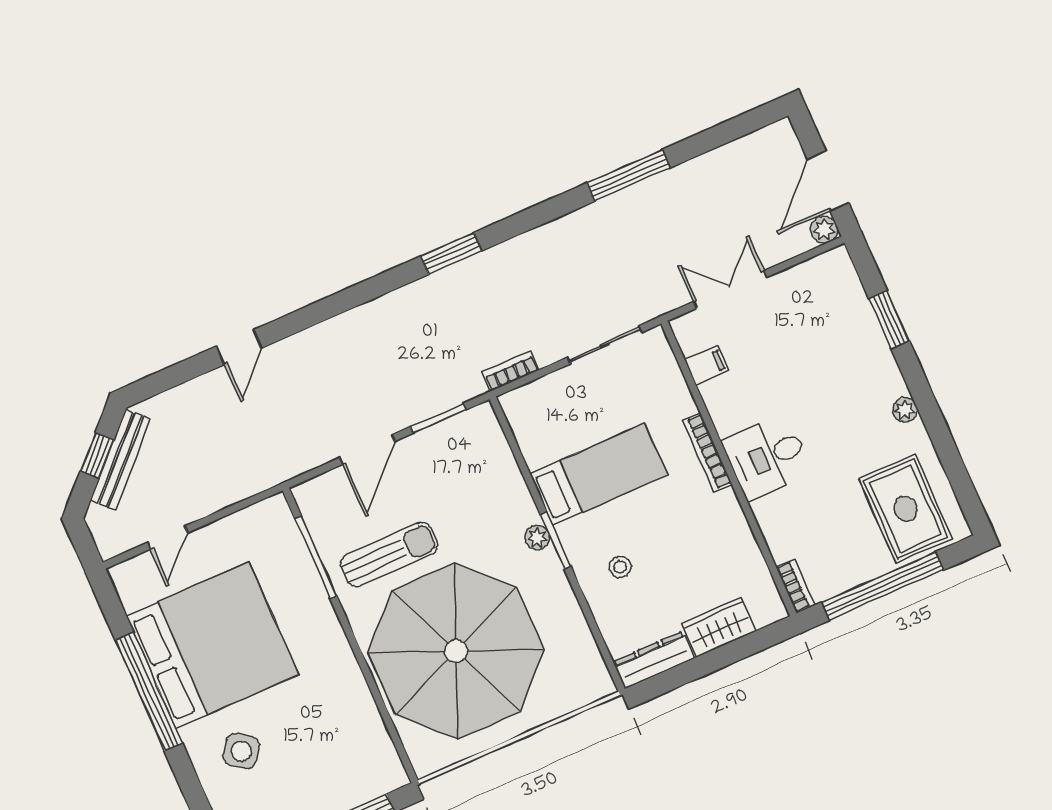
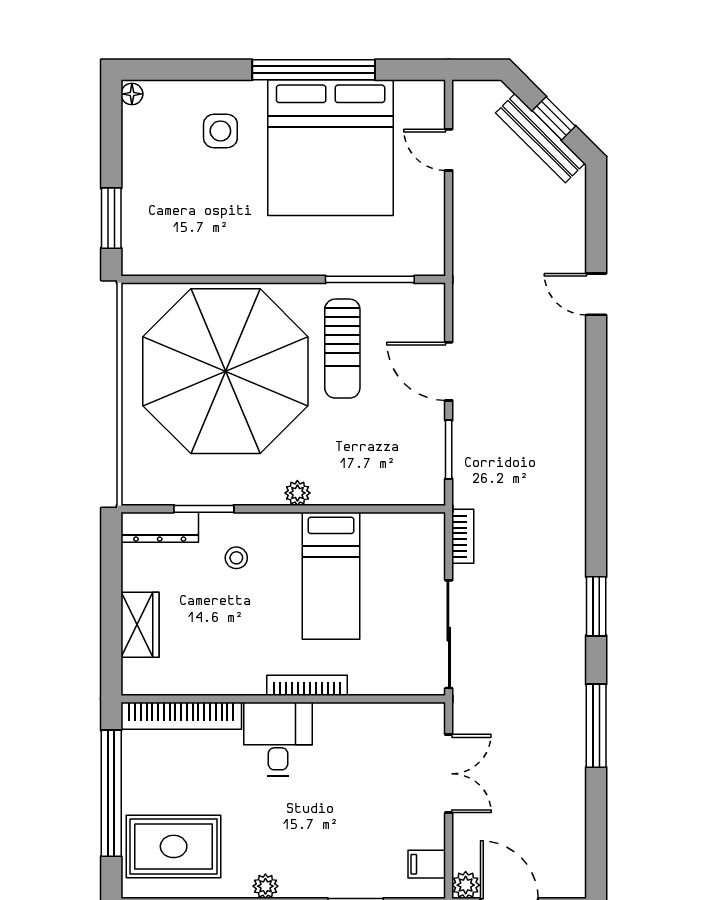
window: (451, 254) -> (596, 606), moved
sliding door: (605, 345) -> (449, 634), width x1.37
filing cabinet: (707, 366) -> (427, 864), moved, turned 90
window: (556, 541) -> (204, 509), moved
bookcase: (795, 586) -> (181, 716), width x2.31, depth x1.31
dresser: (654, 660) -> (160, 527), moved, turned 90
side table: (241, 751) -> (220, 131), turned -37

